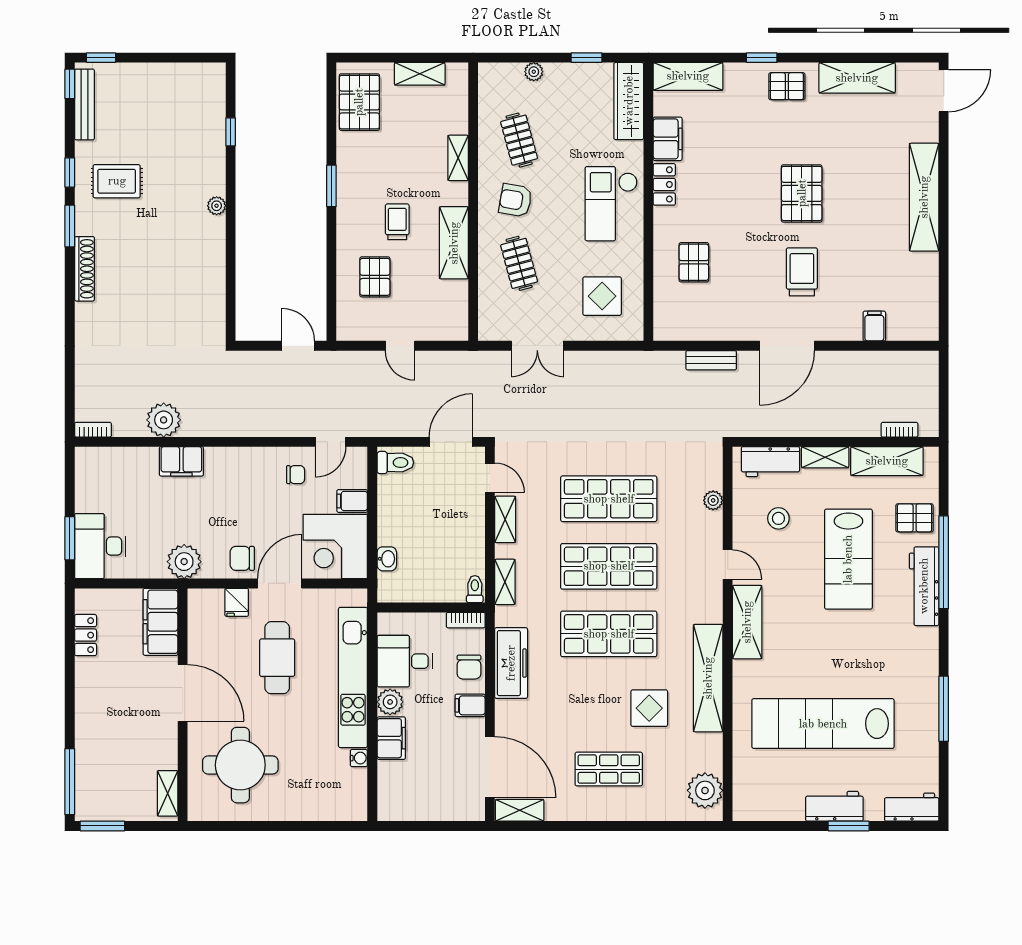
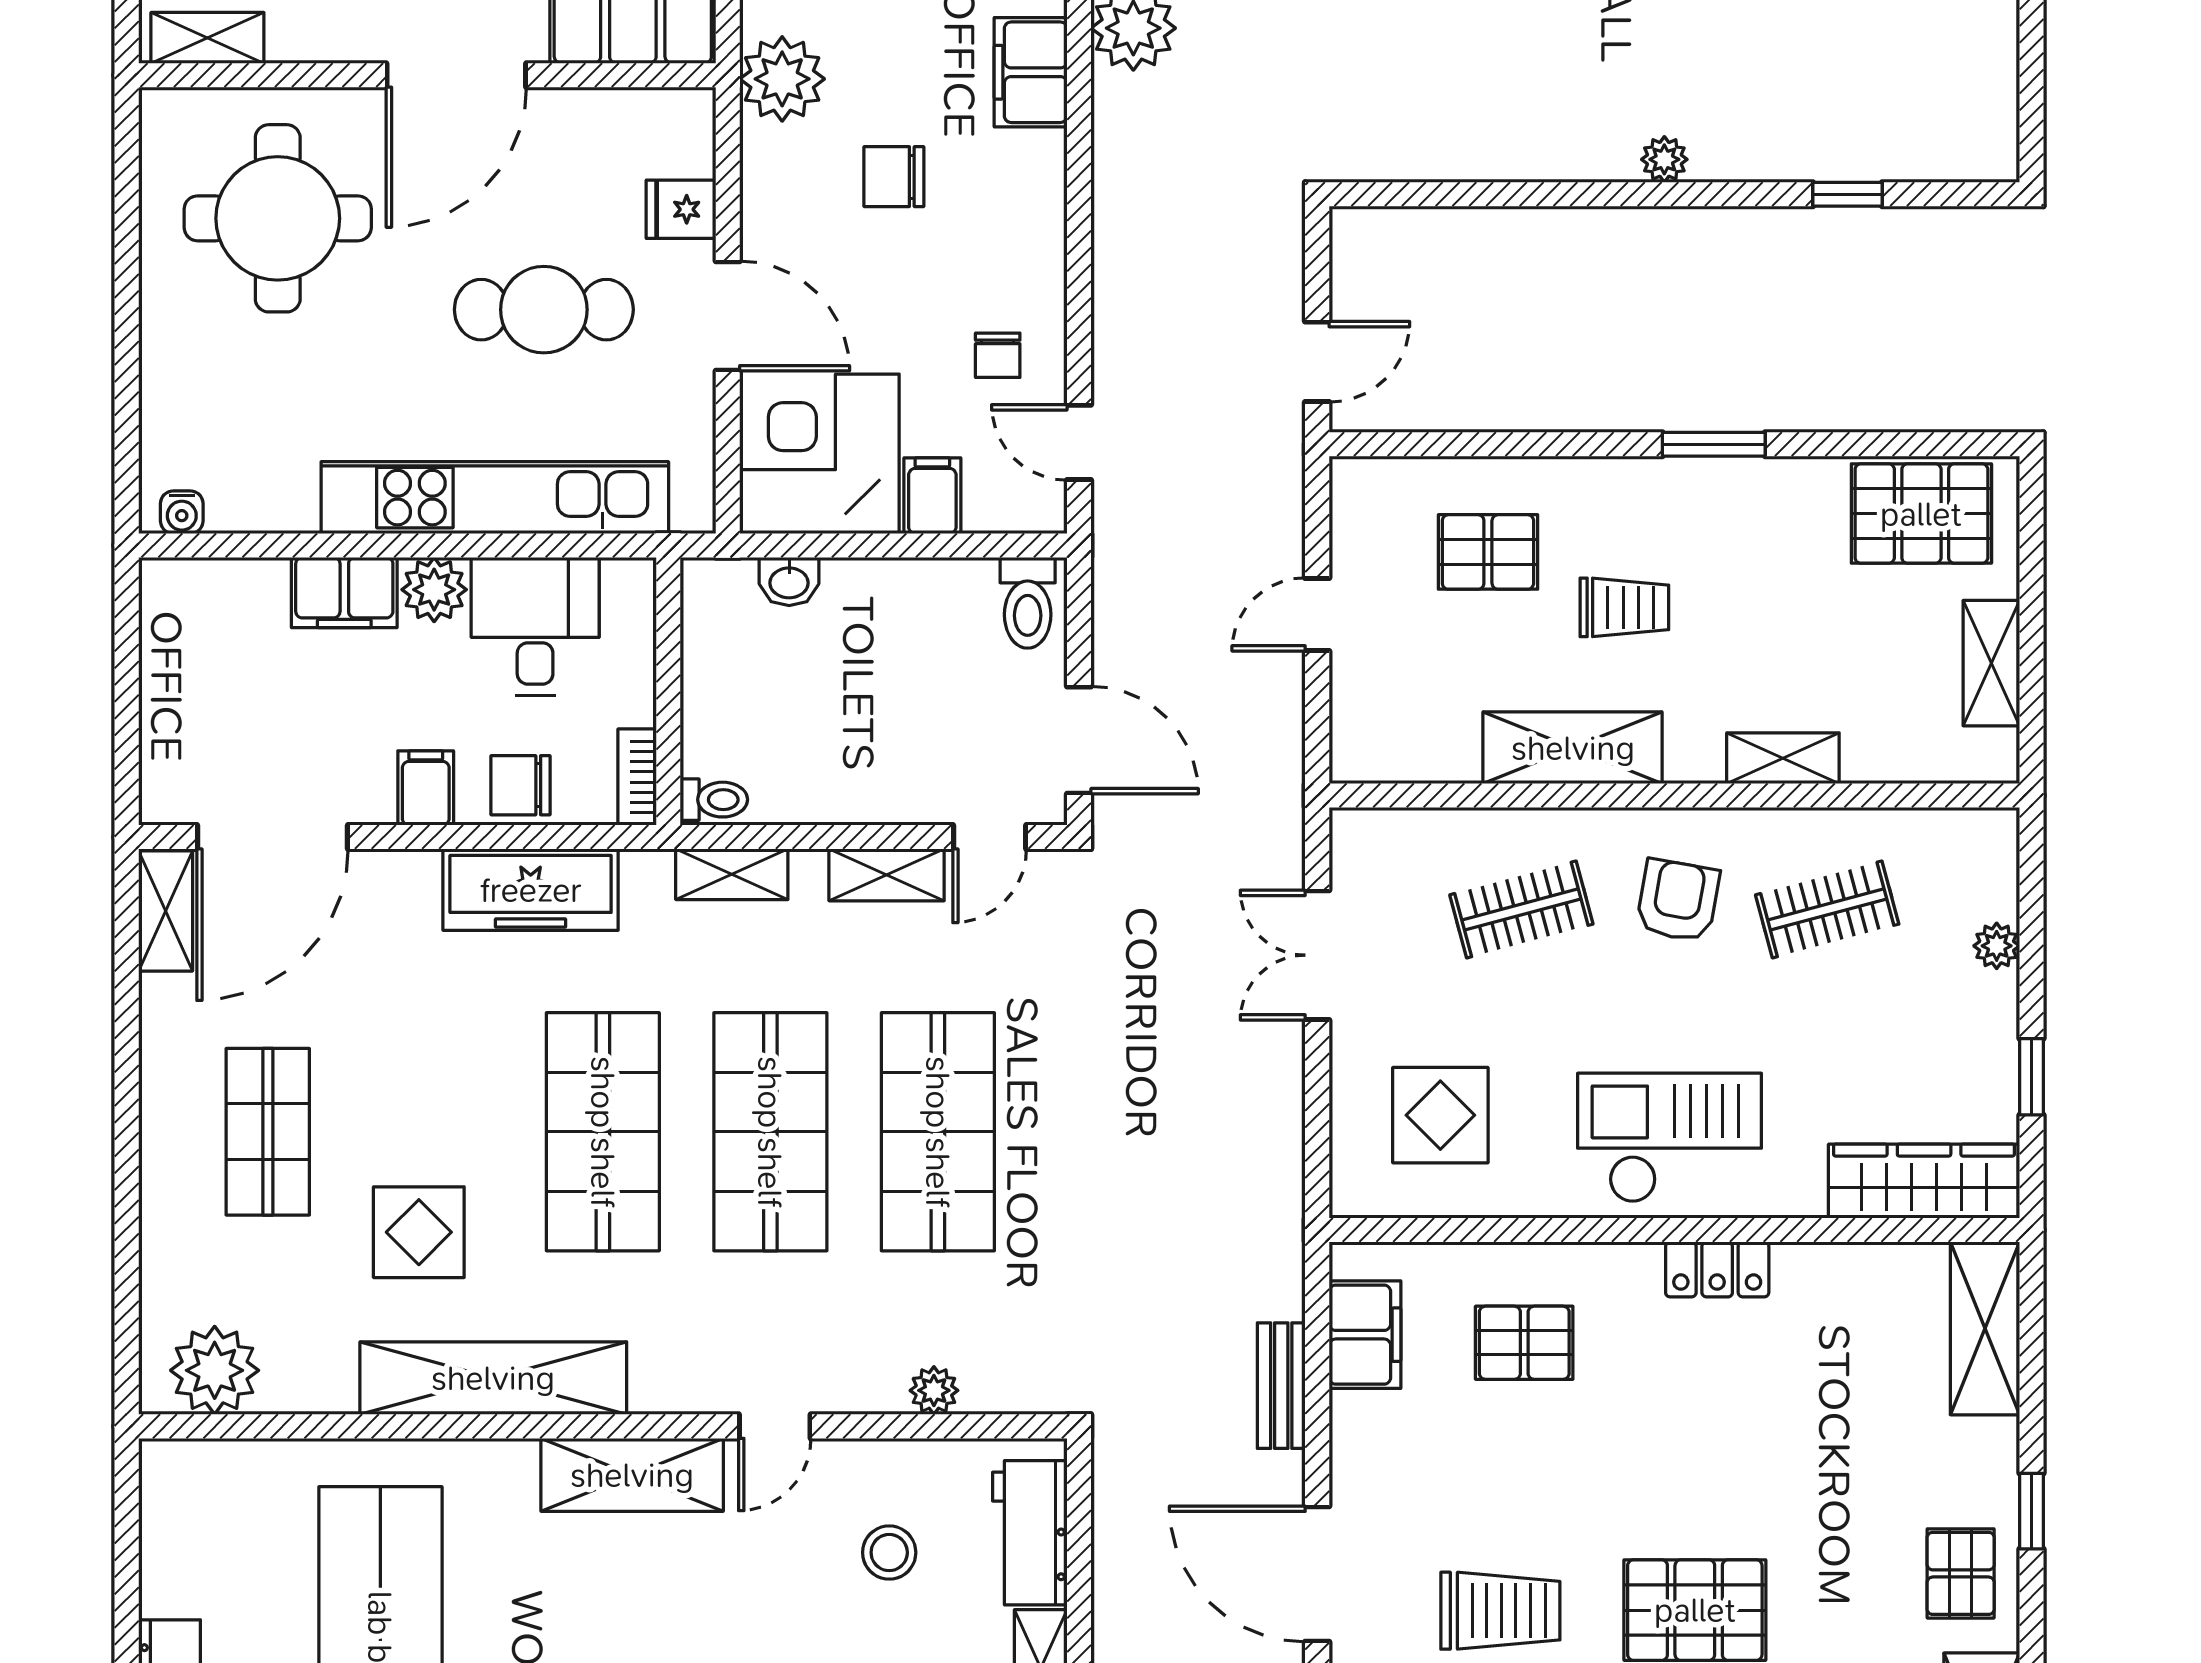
filing cabinet: (668, 139) -> (1365, 1335), moved, turned -90
chair: (242, 558) -> (894, 177), moved, turned -90
water cooler: (359, 758) -> (182, 512), moved

